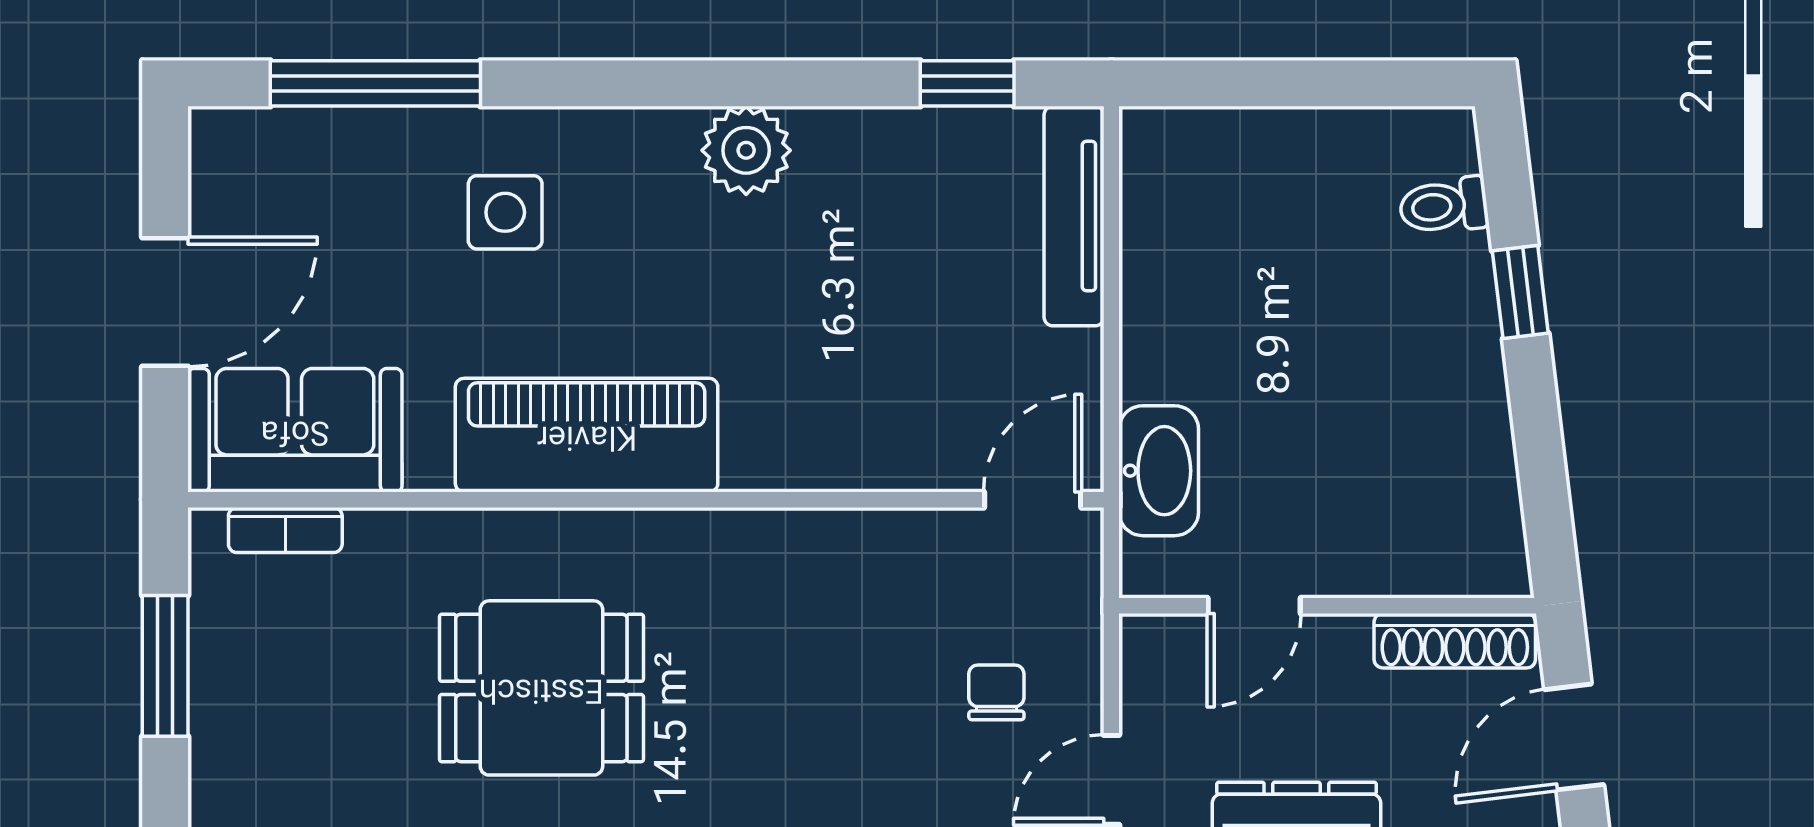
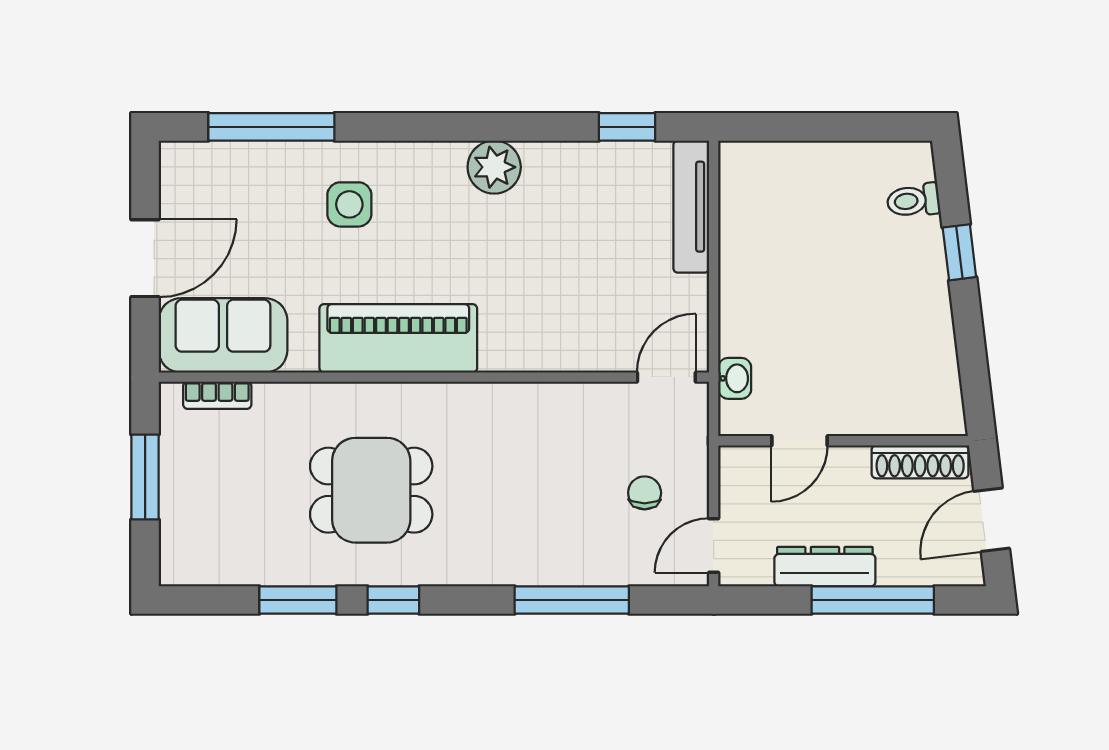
washbasin: (1159, 471) -> (735, 378), width x0.52, depth x0.69

